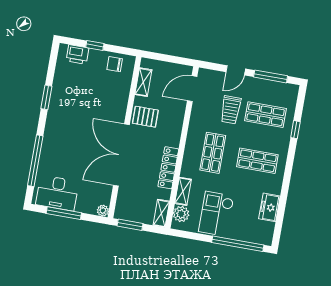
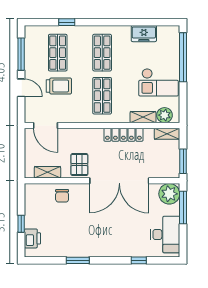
chair: (115, 64) -> (62, 196), moved
shop shelf: (213, 153) -> (102, 96), turned 90
window: (35, 161) -> (139, 260), width x0.32
plant: (103, 211) -> (169, 194), width x1.88, depth x1.88
window: (64, 213) -> (183, 207), moved

